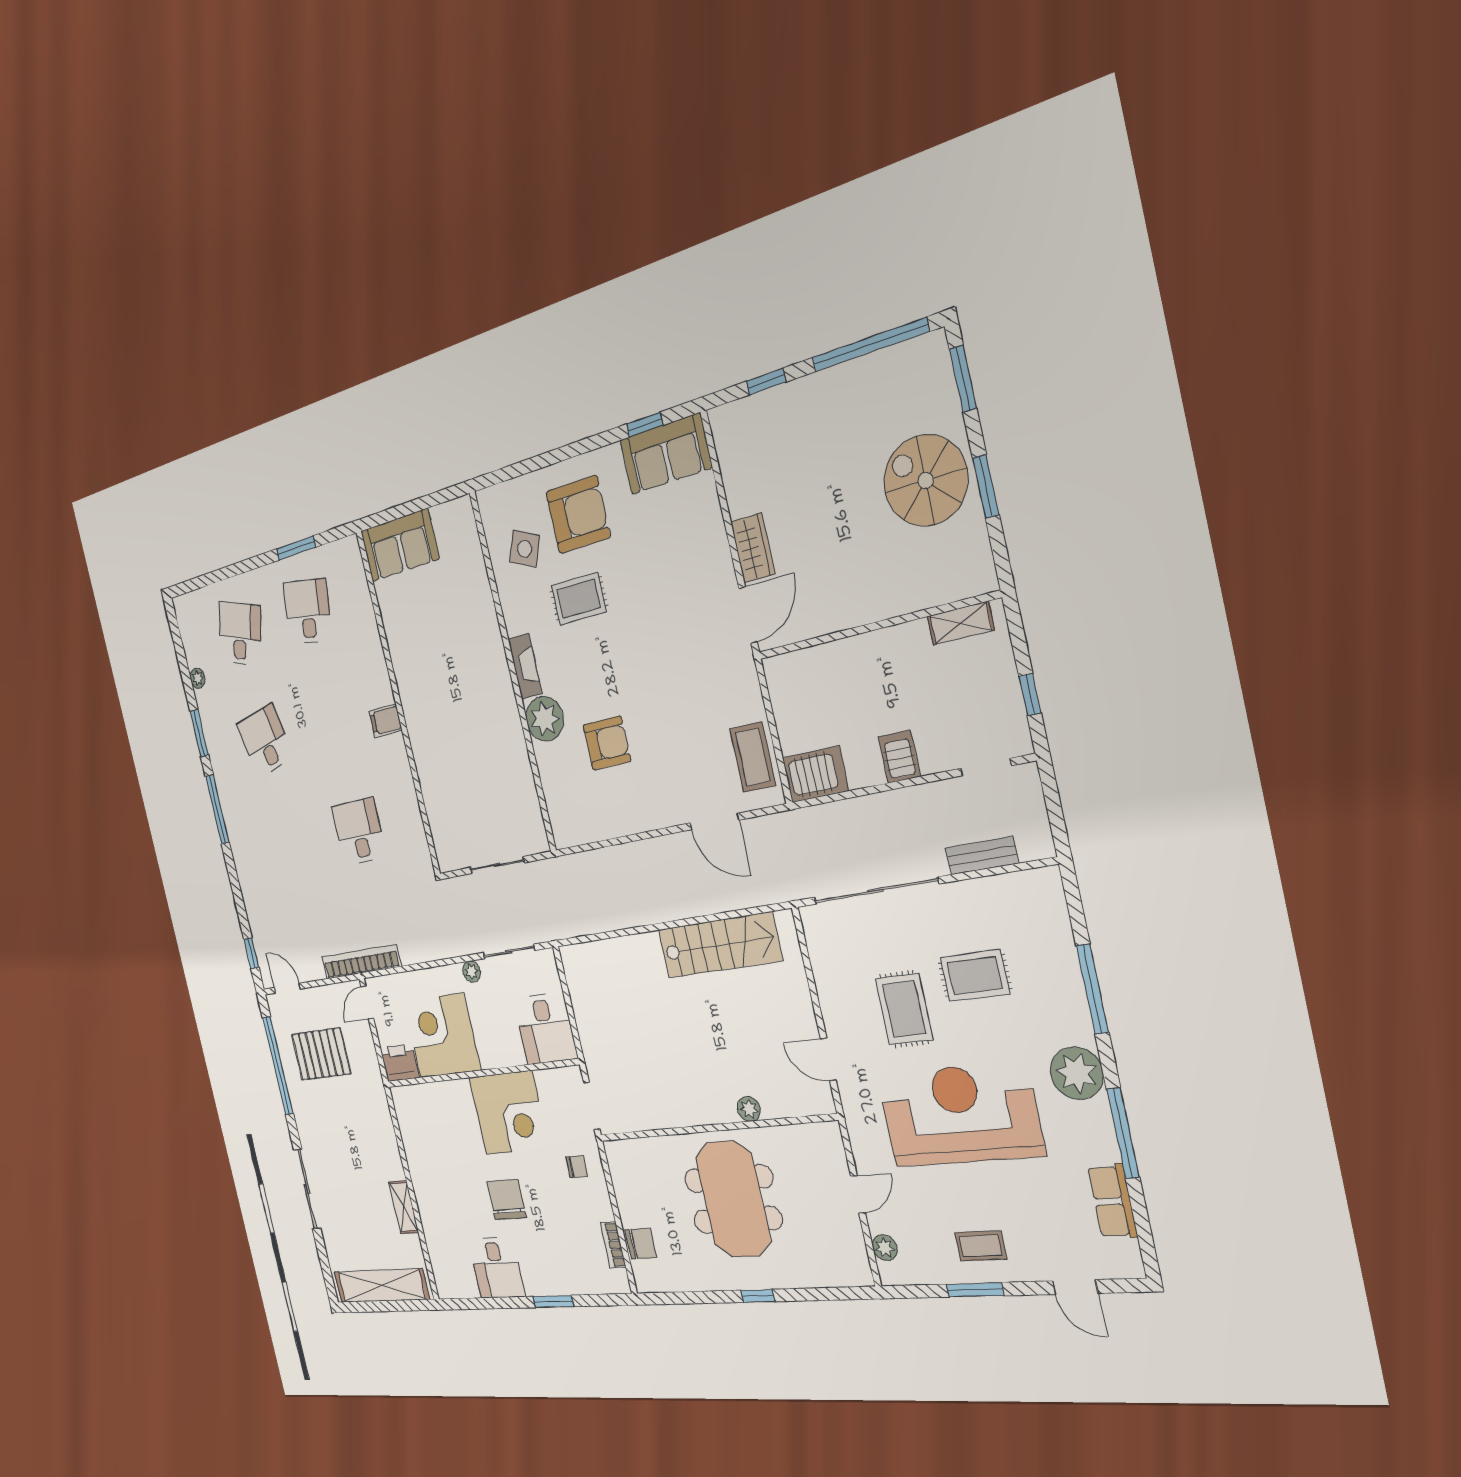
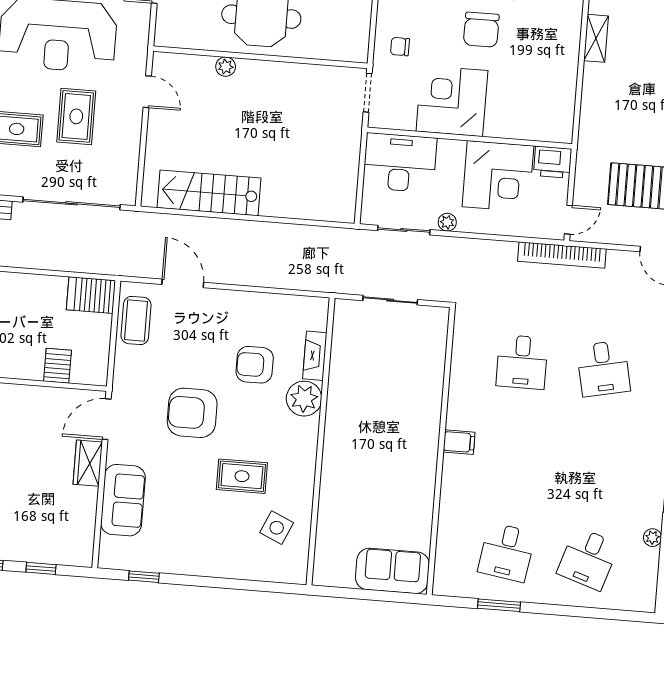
sofa: (666, 454) -> (123, 500), moved, turned 90
armchair: (578, 515) -> (192, 413), moved
fireplace: (525, 666) -> (315, 356), moved
desk: (265, 741) -> (603, 369), moved
server rack: (899, 757) -> (58, 366), moved, turned 180
desk: (545, 1029) -> (400, 163), width x1.37

